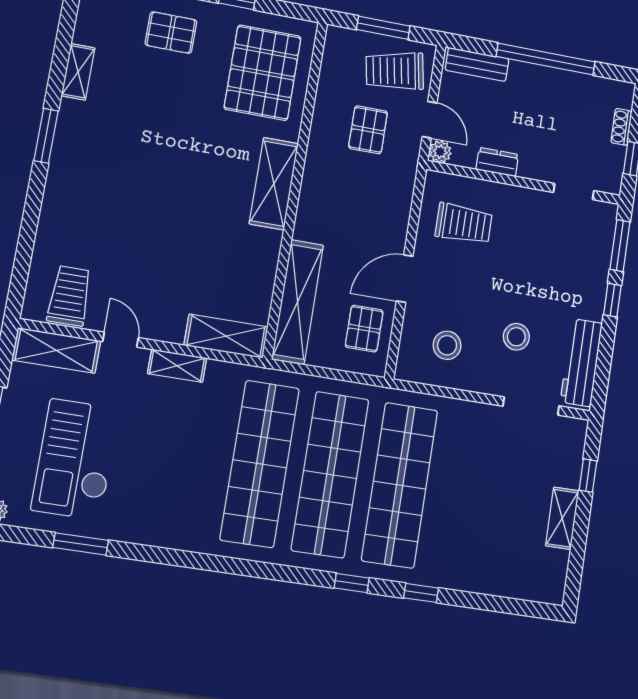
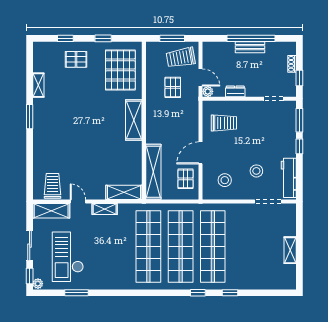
bench: (477, 64) -> (250, 47), moved
window: (588, 476) -> (299, 229), removed

